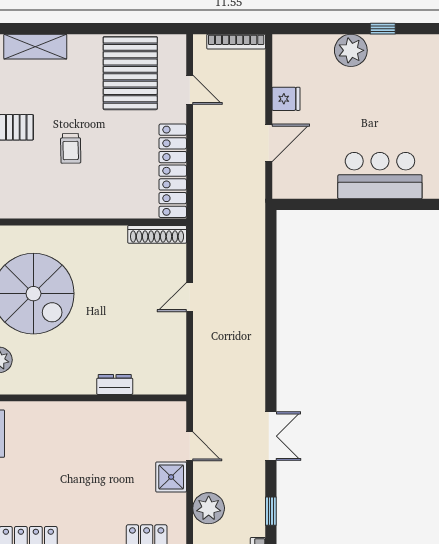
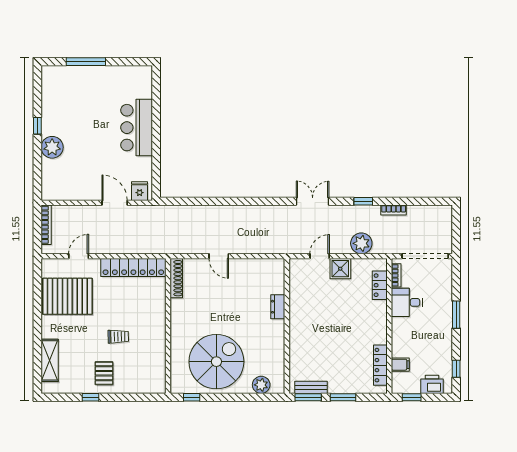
fridge: (286, 99) -> (140, 191), moved

